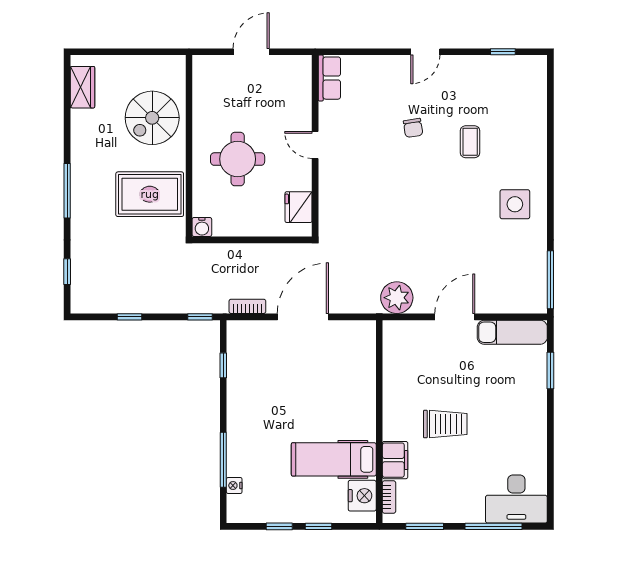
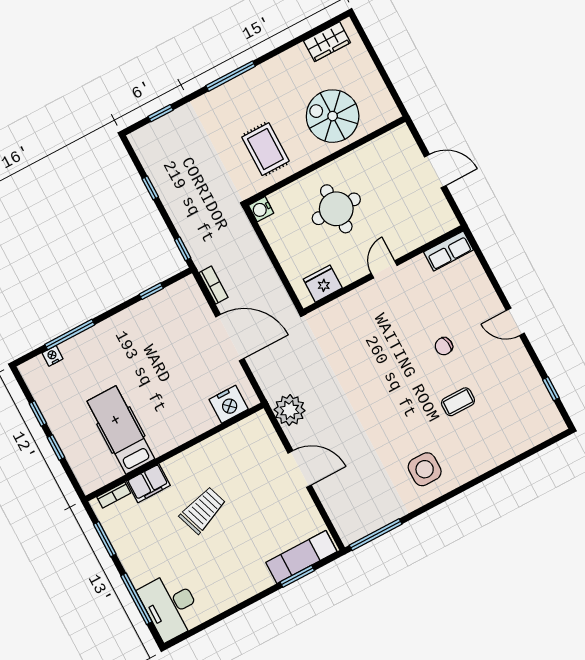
rug: (150, 194) -> (265, 149), width x0.73, depth x0.70
exam couch: (512, 332) -> (301, 557), moved, turned 90
trolley: (445, 424) -> (203, 510), turned -109
nightstand: (362, 496) -> (229, 404), moved

